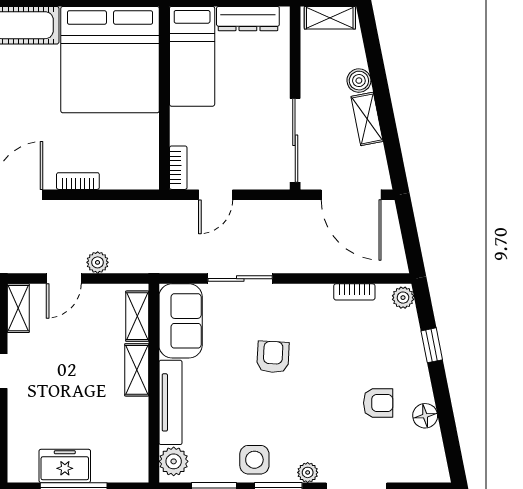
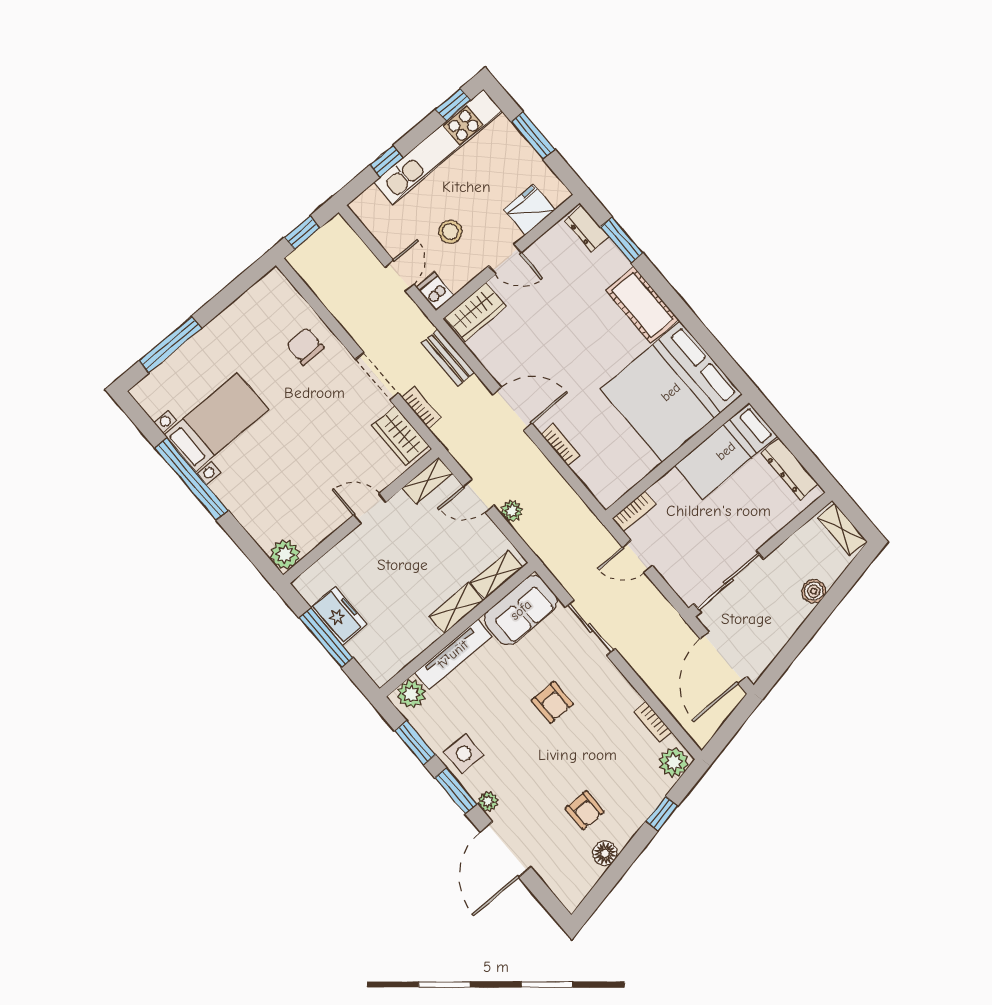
shelving: (367, 119) -> (790, 622), removed
plant: (403, 298) -> (674, 762), width x1.38, depth x1.38
armchair: (273, 357) -> (552, 702), turned 87

